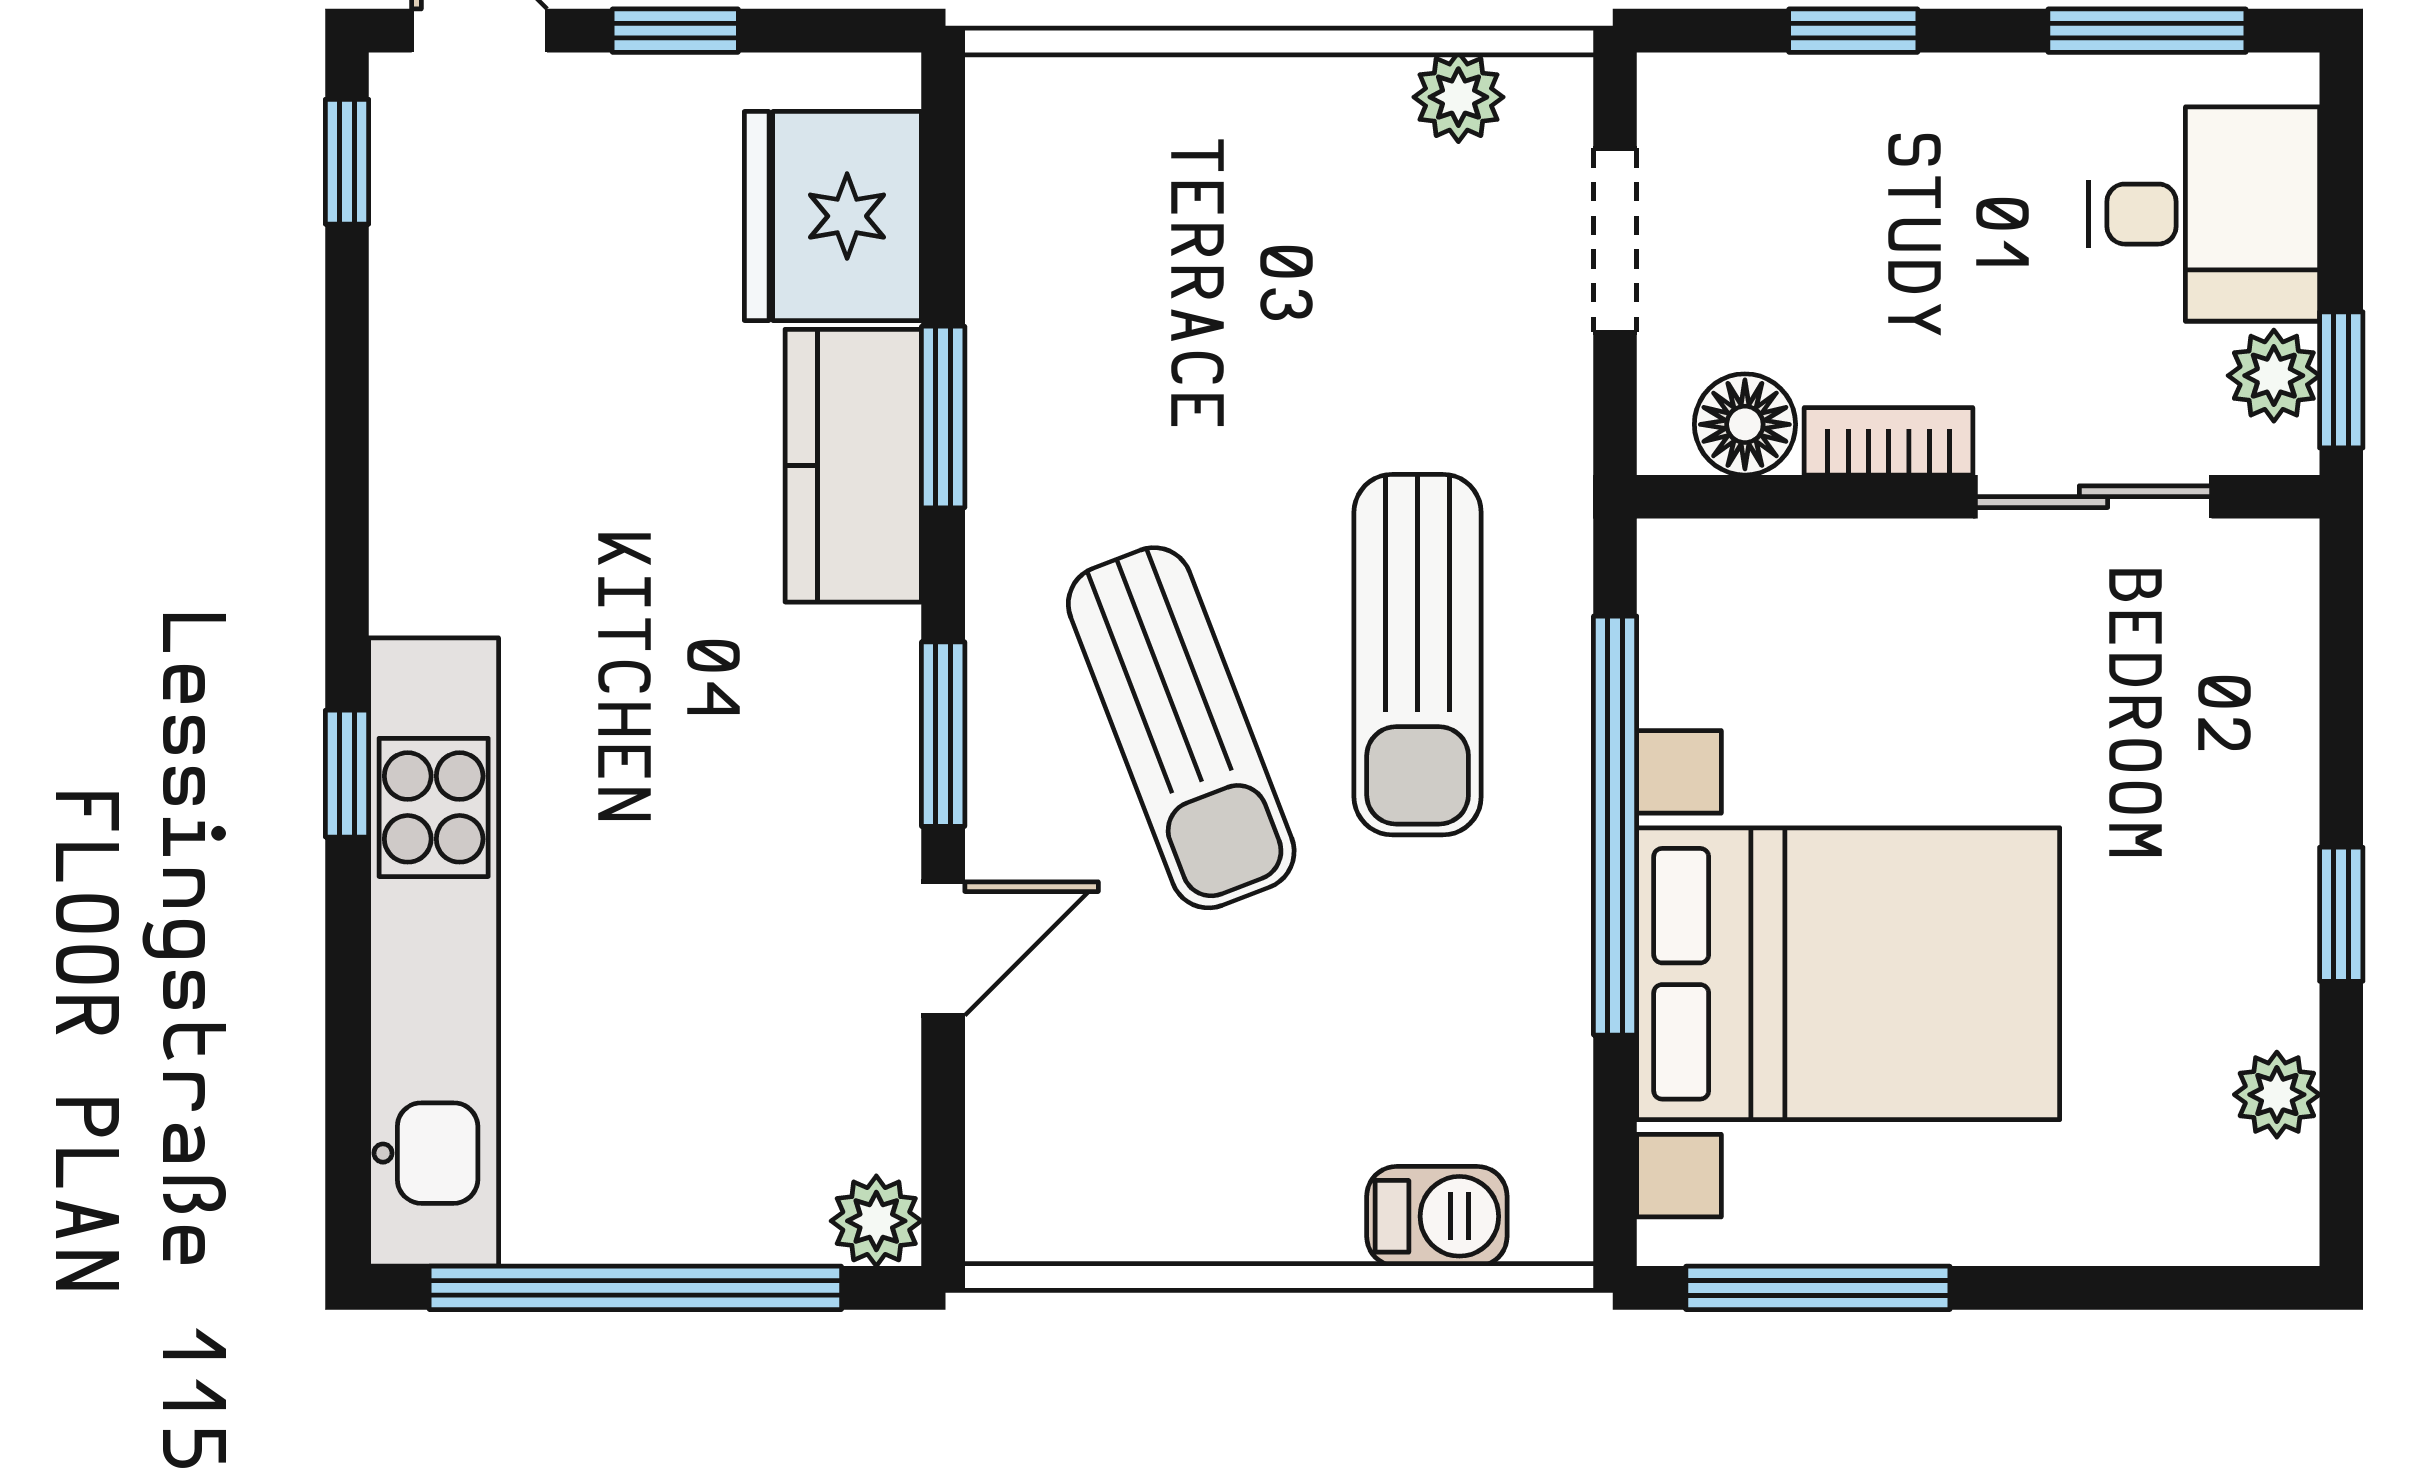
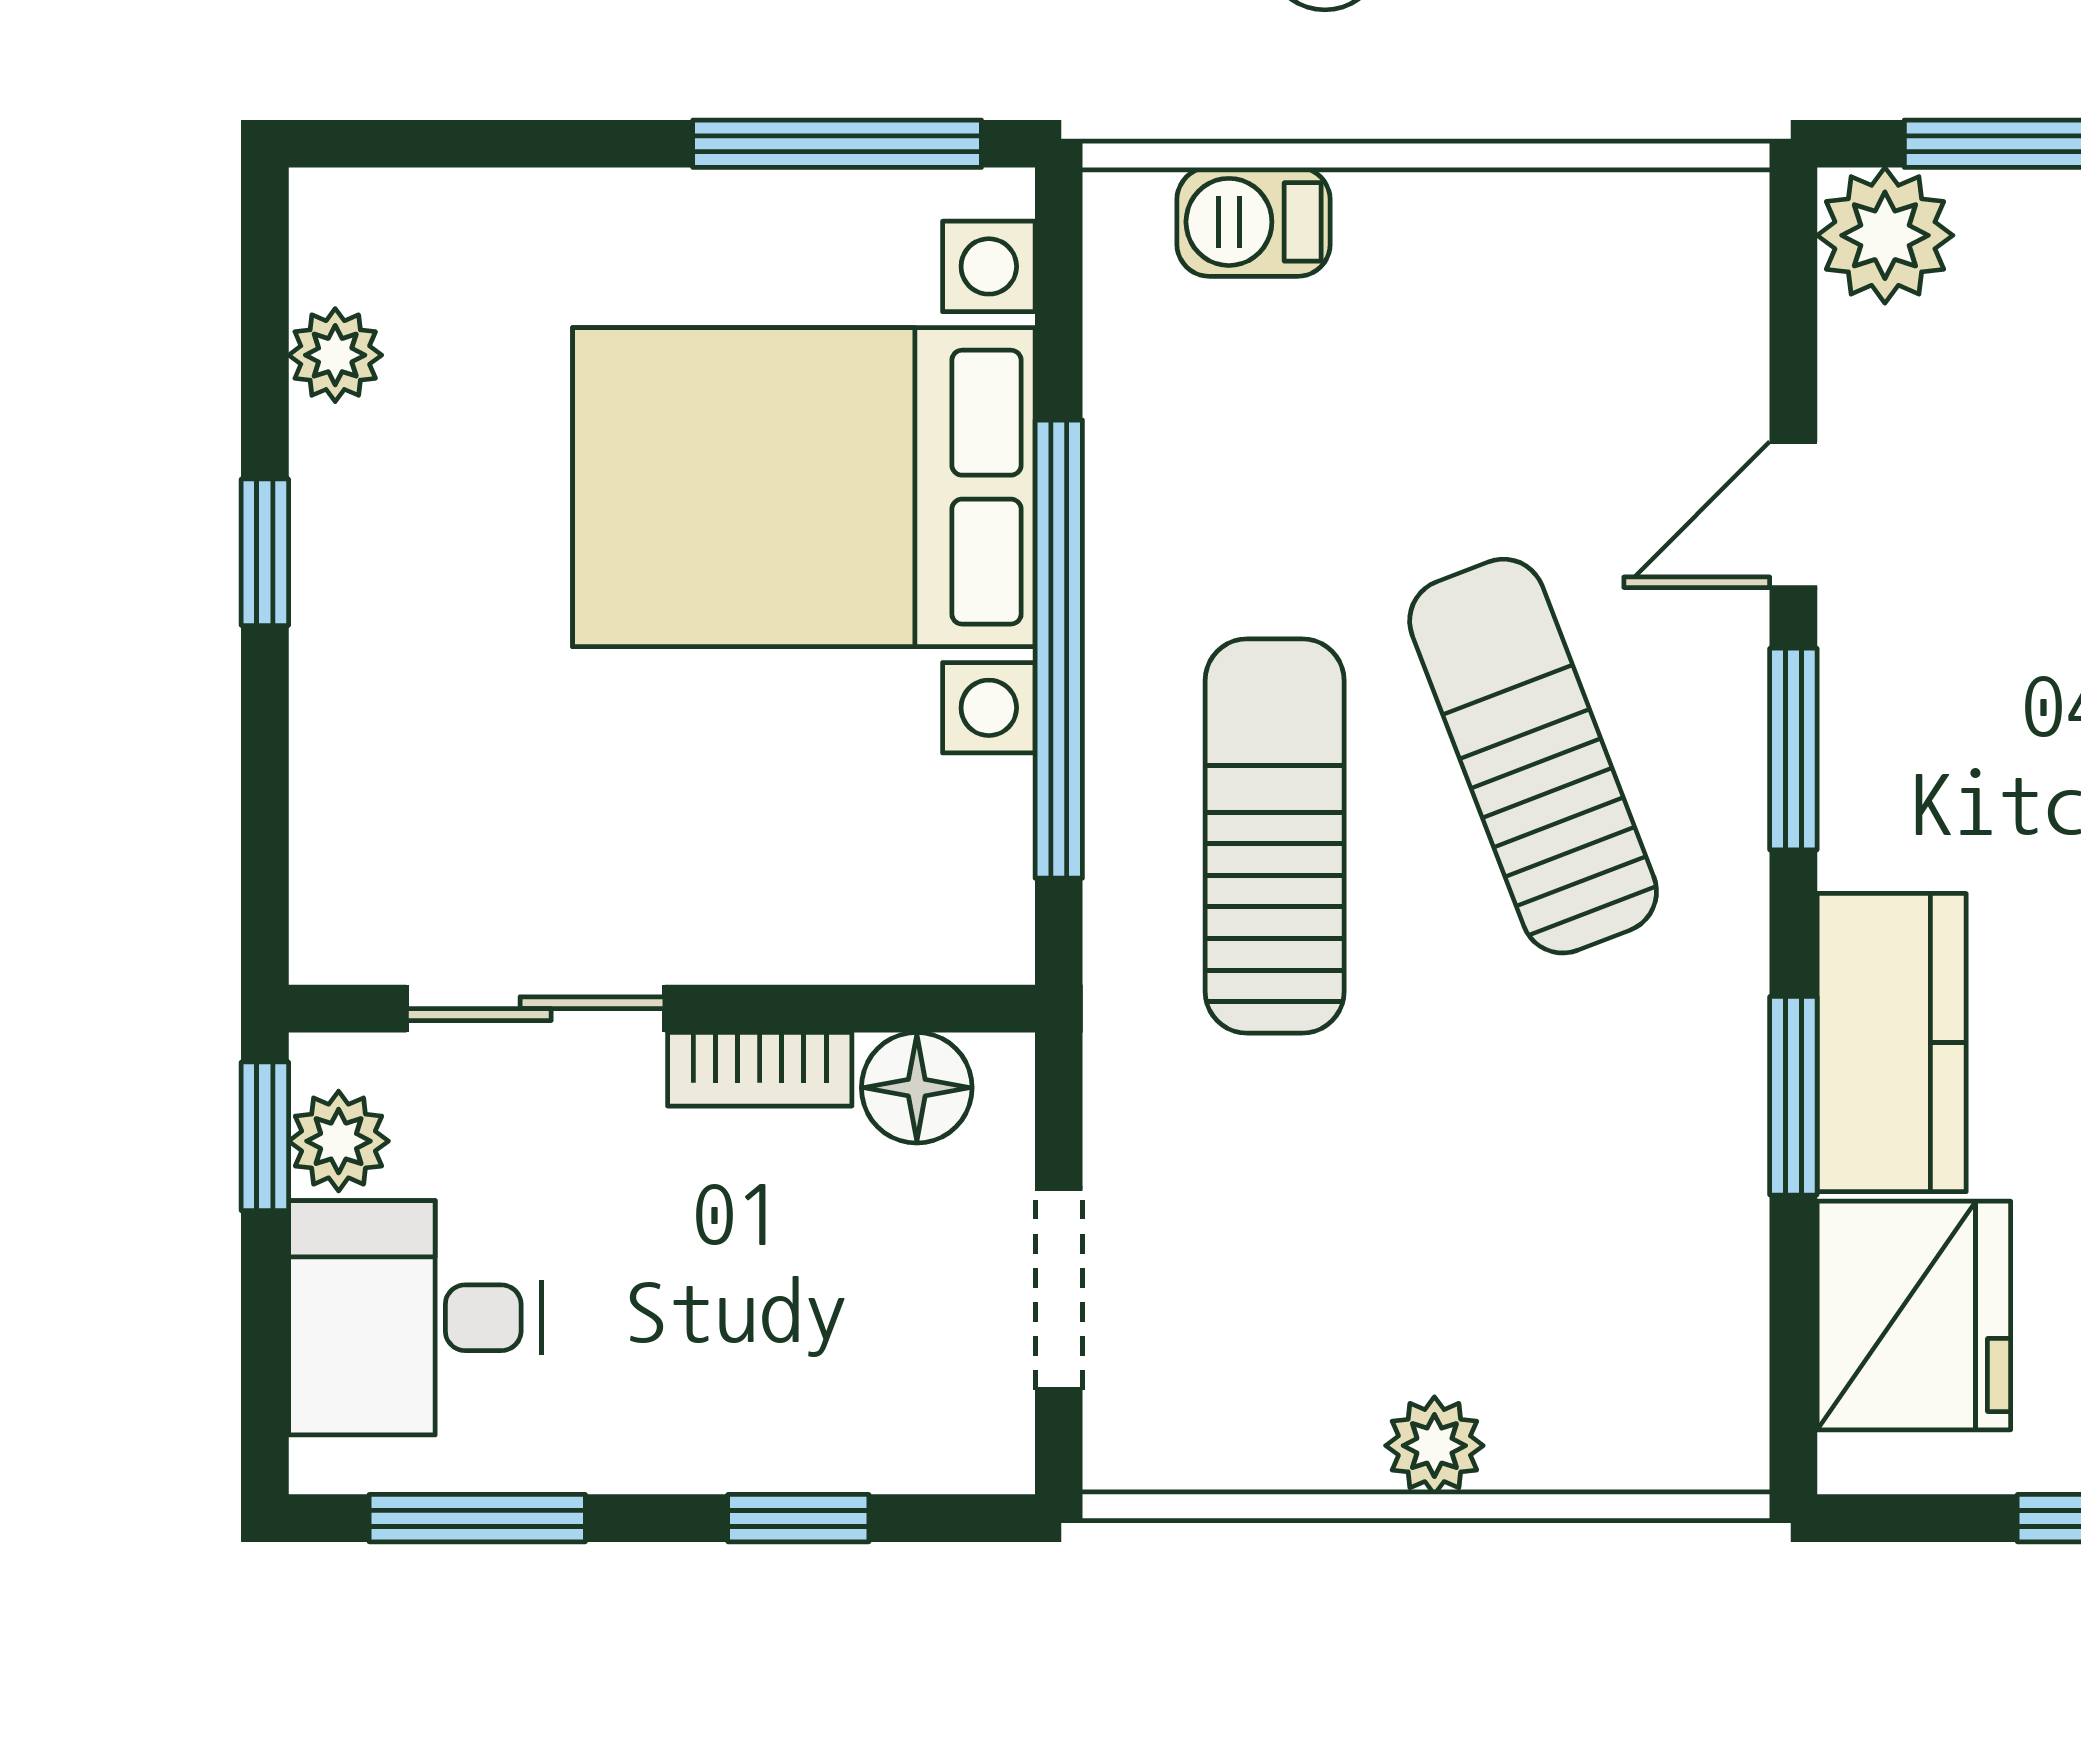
plant: (1458, 97) -> (1434, 1446), moved
plant: (876, 1221) -> (1885, 235), width x1.38, depth x1.38

